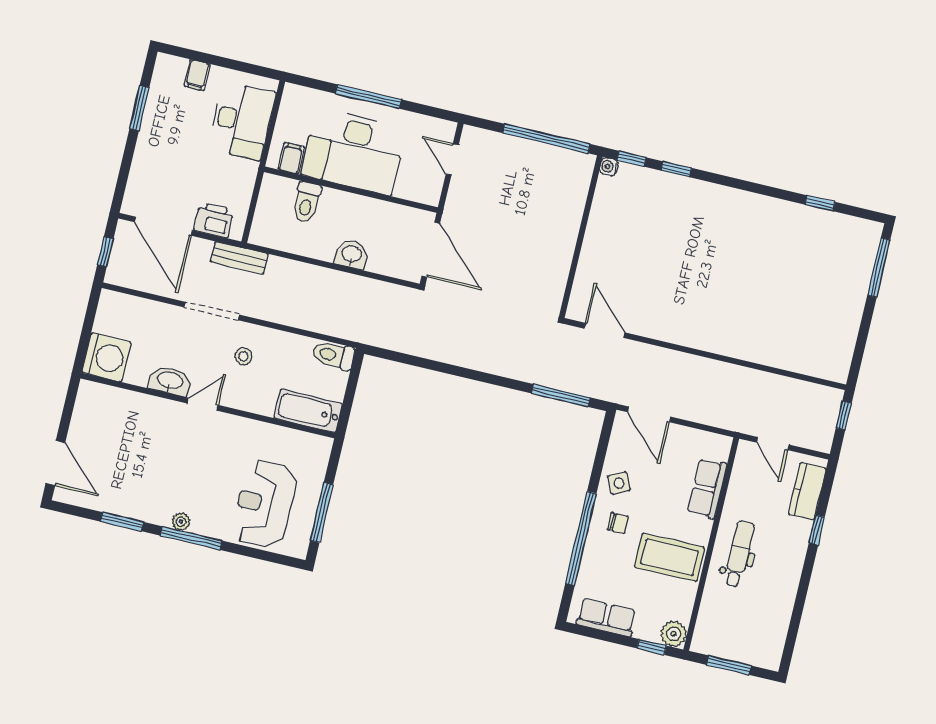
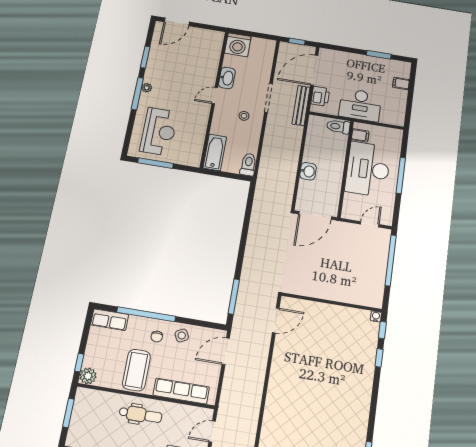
desk: (242, 121) -> (360, 105), moved
window: (546, 139) -> (391, 260), moved
toilet: (306, 202) -> (338, 127), moved
bench: (239, 258) -> (301, 106), width x1.36
door: (203, 404) -> (215, 96), swing flipped
row of seats: (707, 488) -> (181, 391), width x1.48
reception desk: (264, 504) -> (159, 132), turned 90
row of seats: (606, 617) -> (110, 320), moved, turned 90

